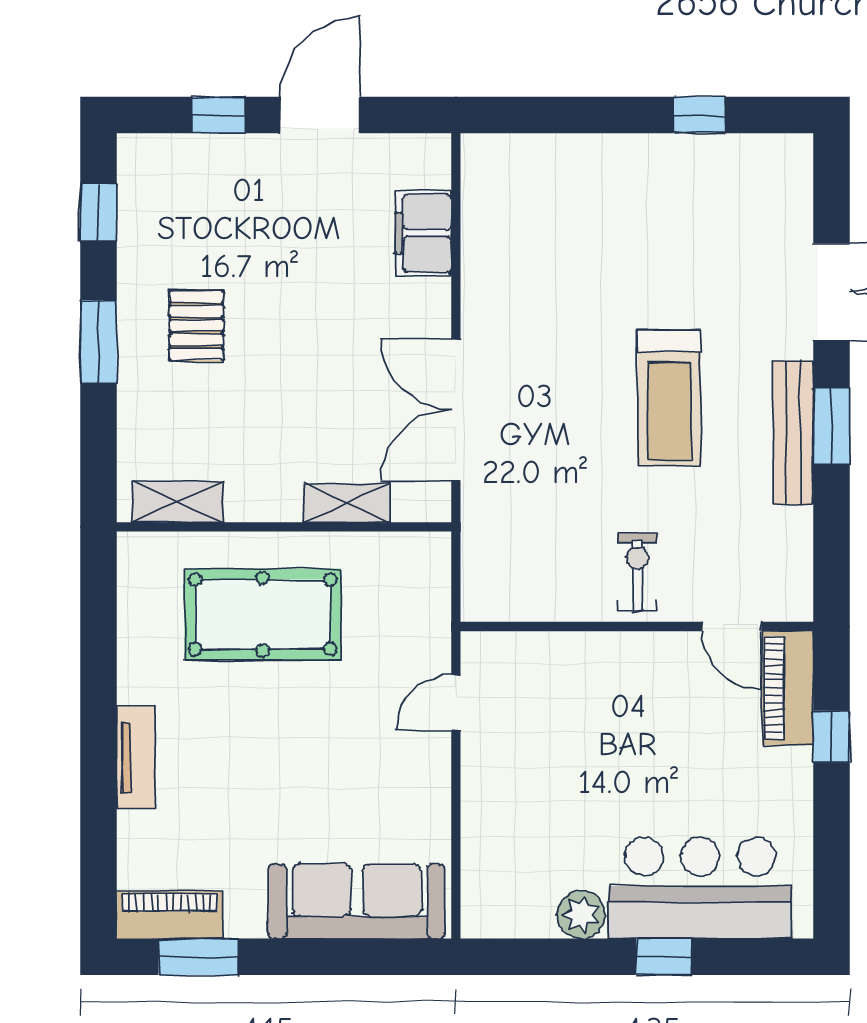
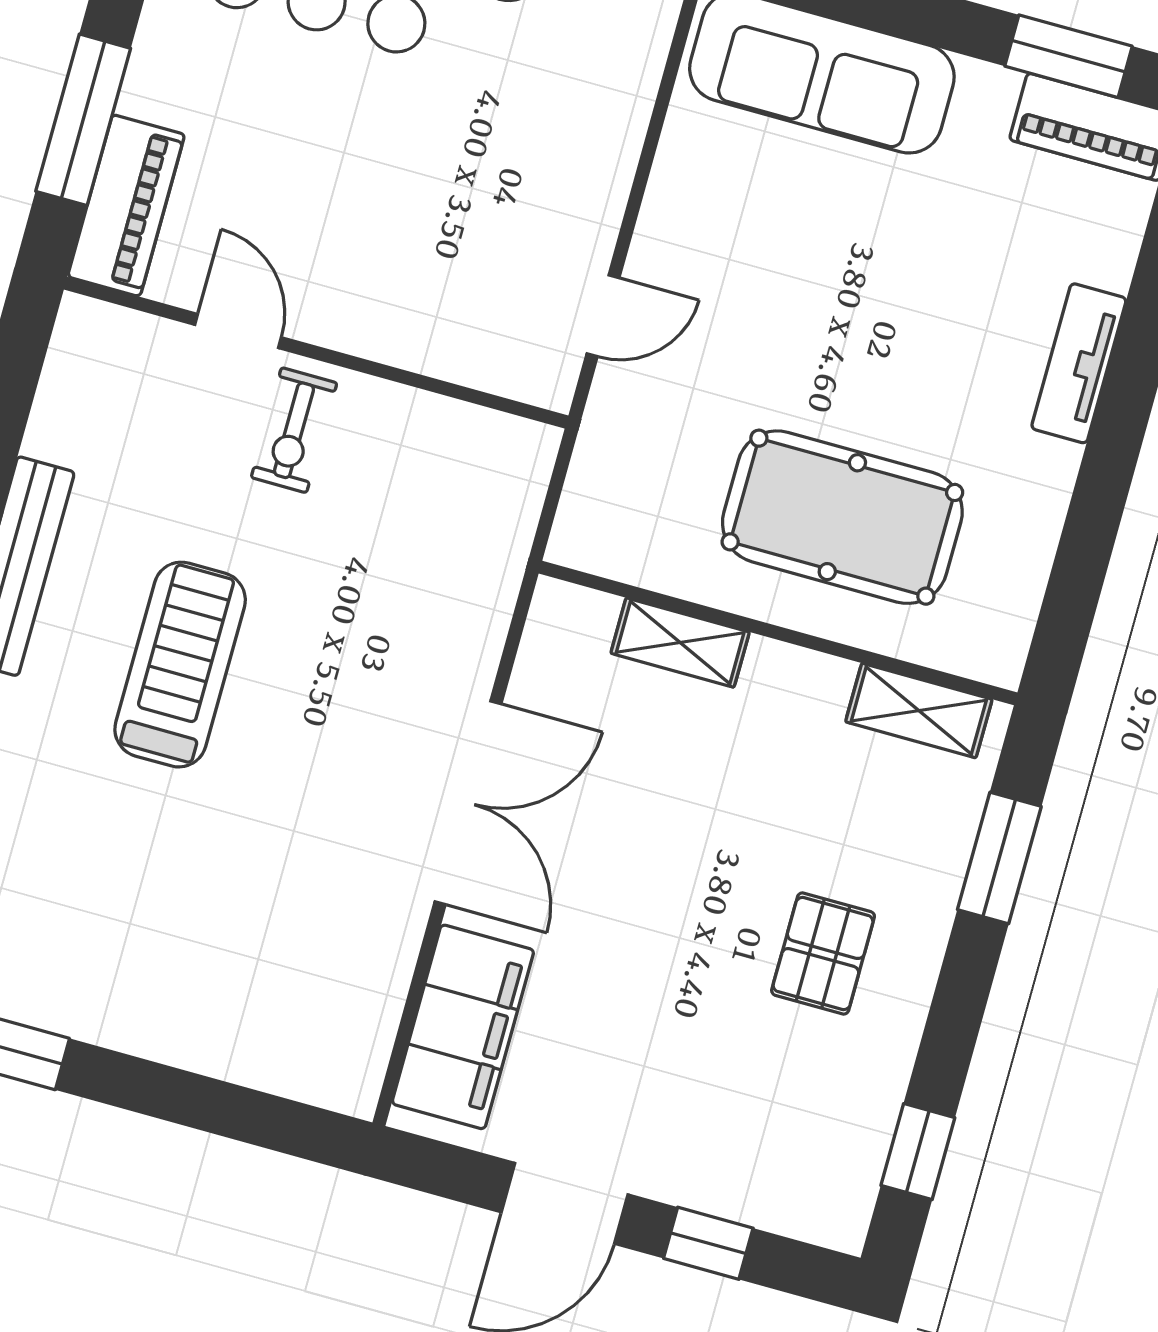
filing cabinet: (423, 233) -> (463, 1027), width x1.50, depth x1.17
window: (98, 342) -> (999, 858), moved
double door: (456, 410) -> (468, 803), moved
door: (732, 626) -> (238, 331), moved
window: (832, 737) -> (83, 120), width x2.17

